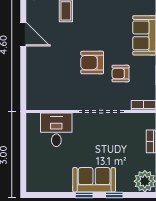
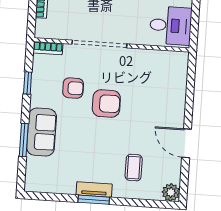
desk: (56, 130) -> (171, 26), moved, turned -90

